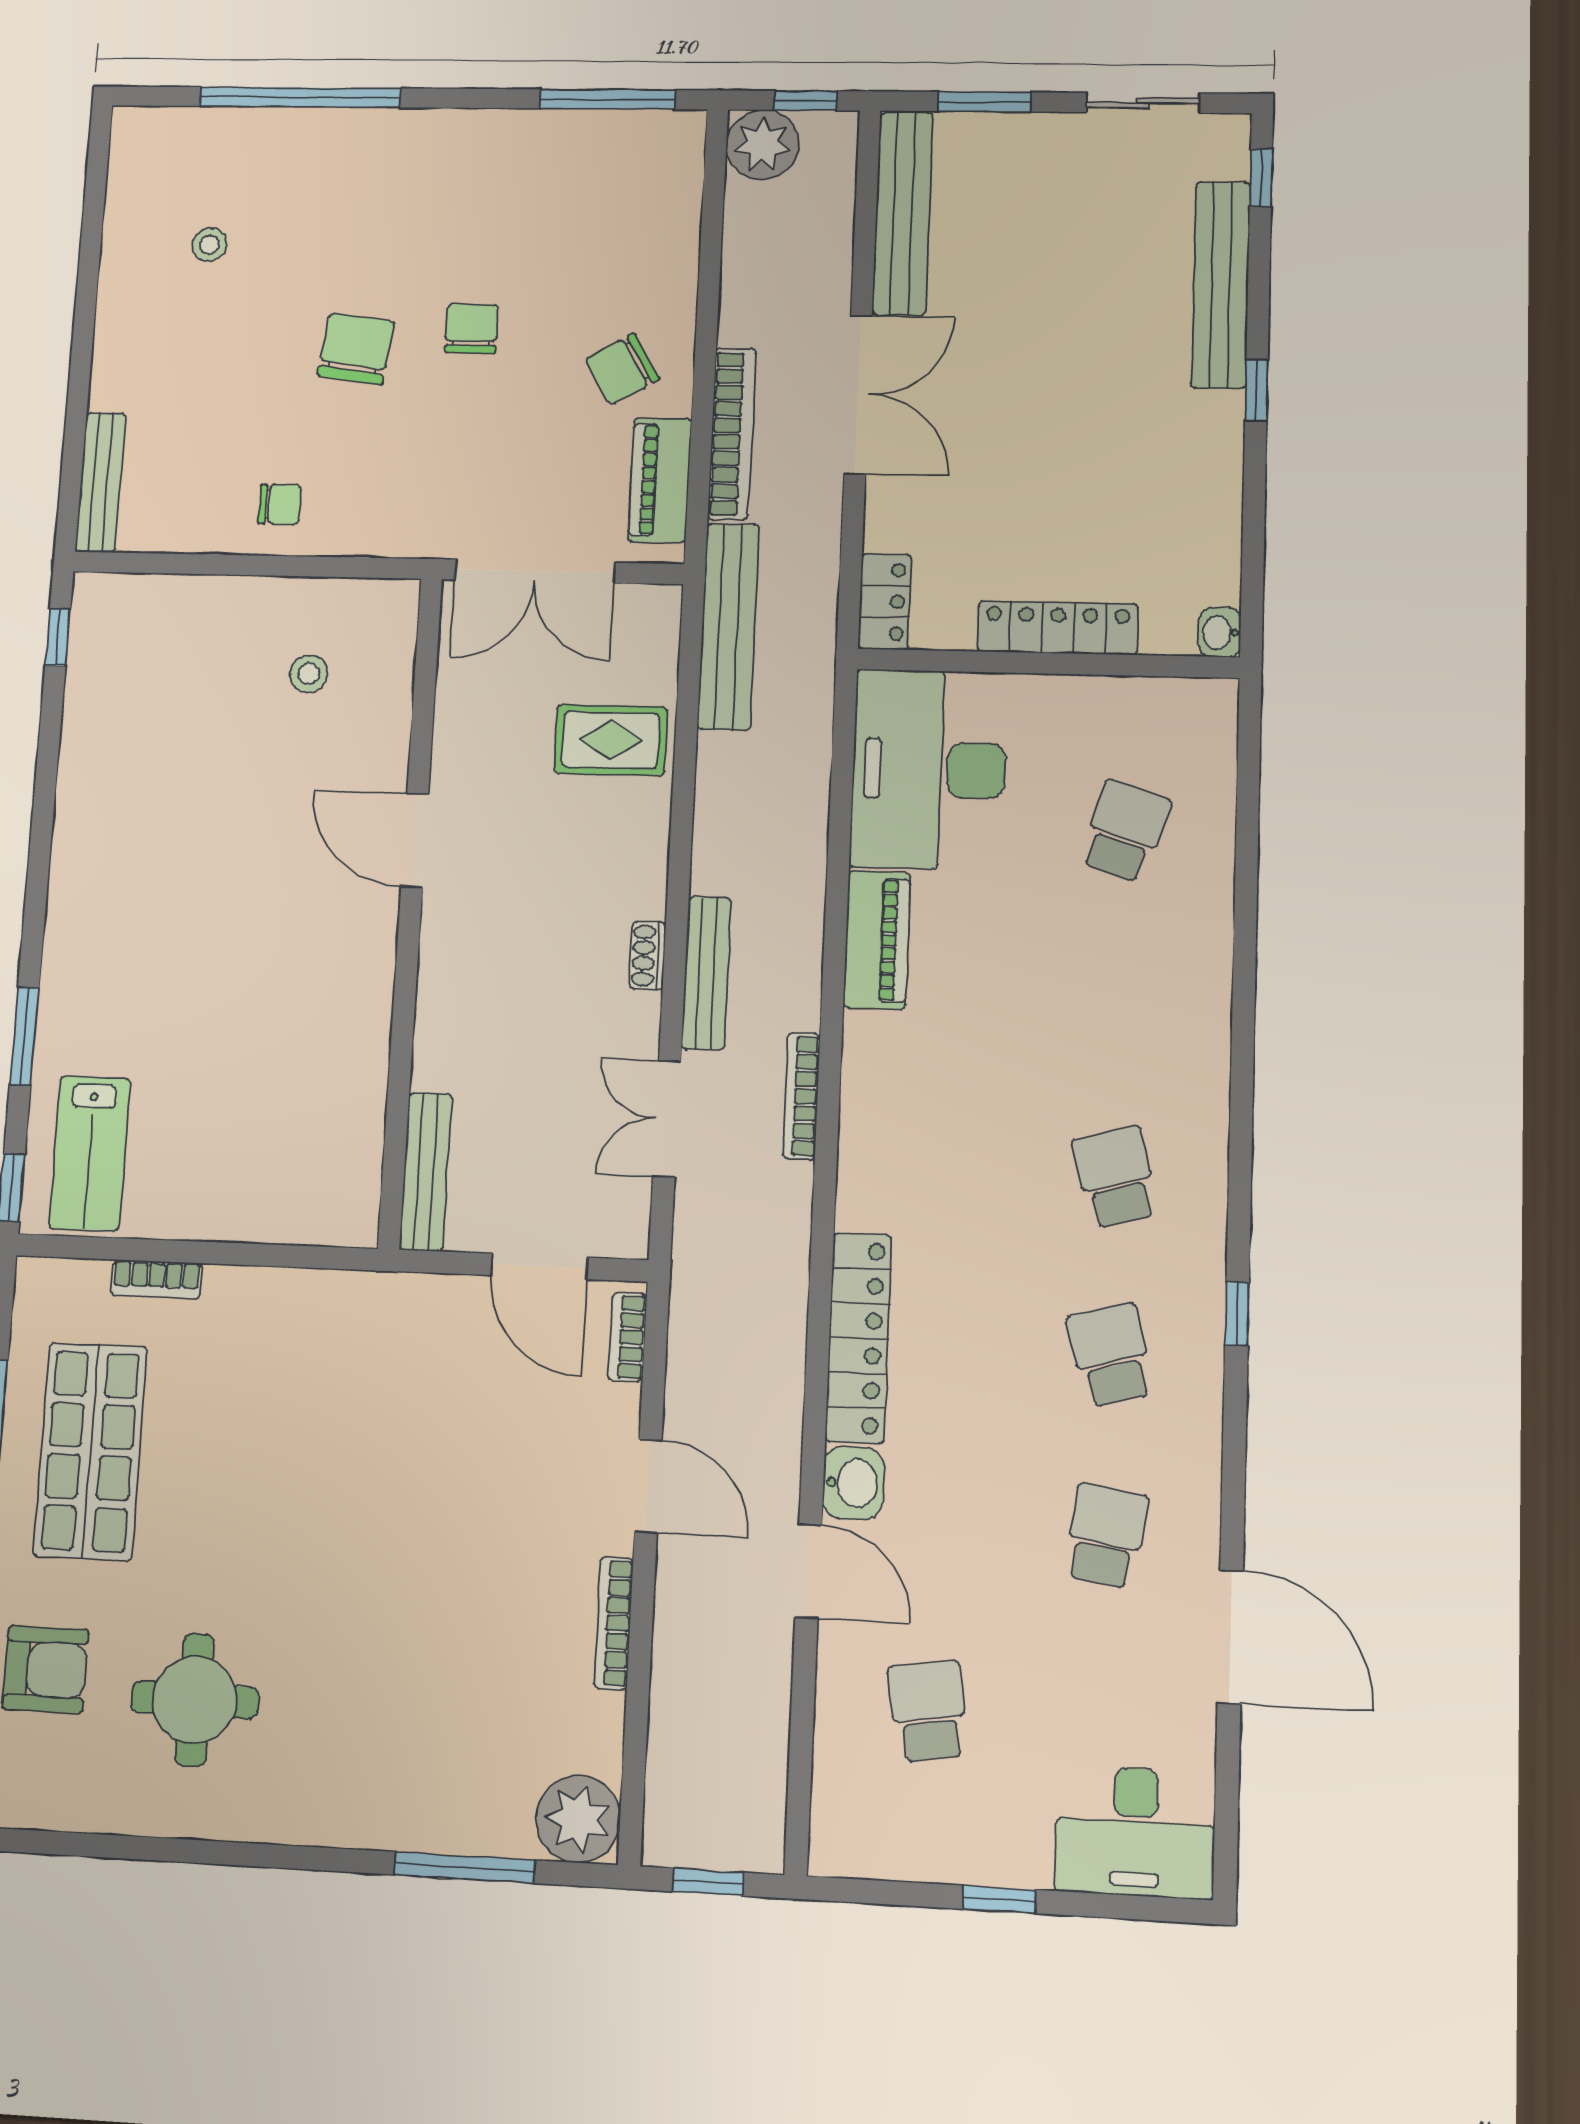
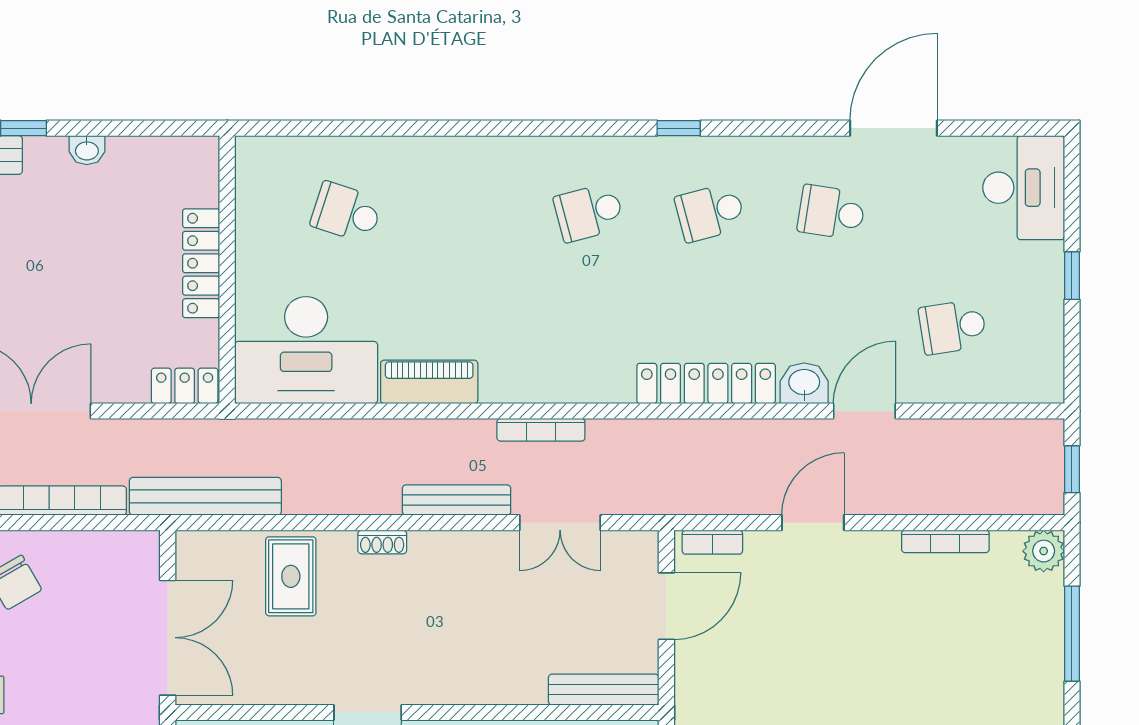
piano: (660, 480) -> (98, 551), removed
washbasin: (1220, 632) -> (87, 150), moved
shoe rack: (648, 956) -> (382, 542), moved
bookcase: (614, 1623) -> (945, 541), moved
plant: (578, 1819) -> (1044, 551), width x0.73, depth x0.73

